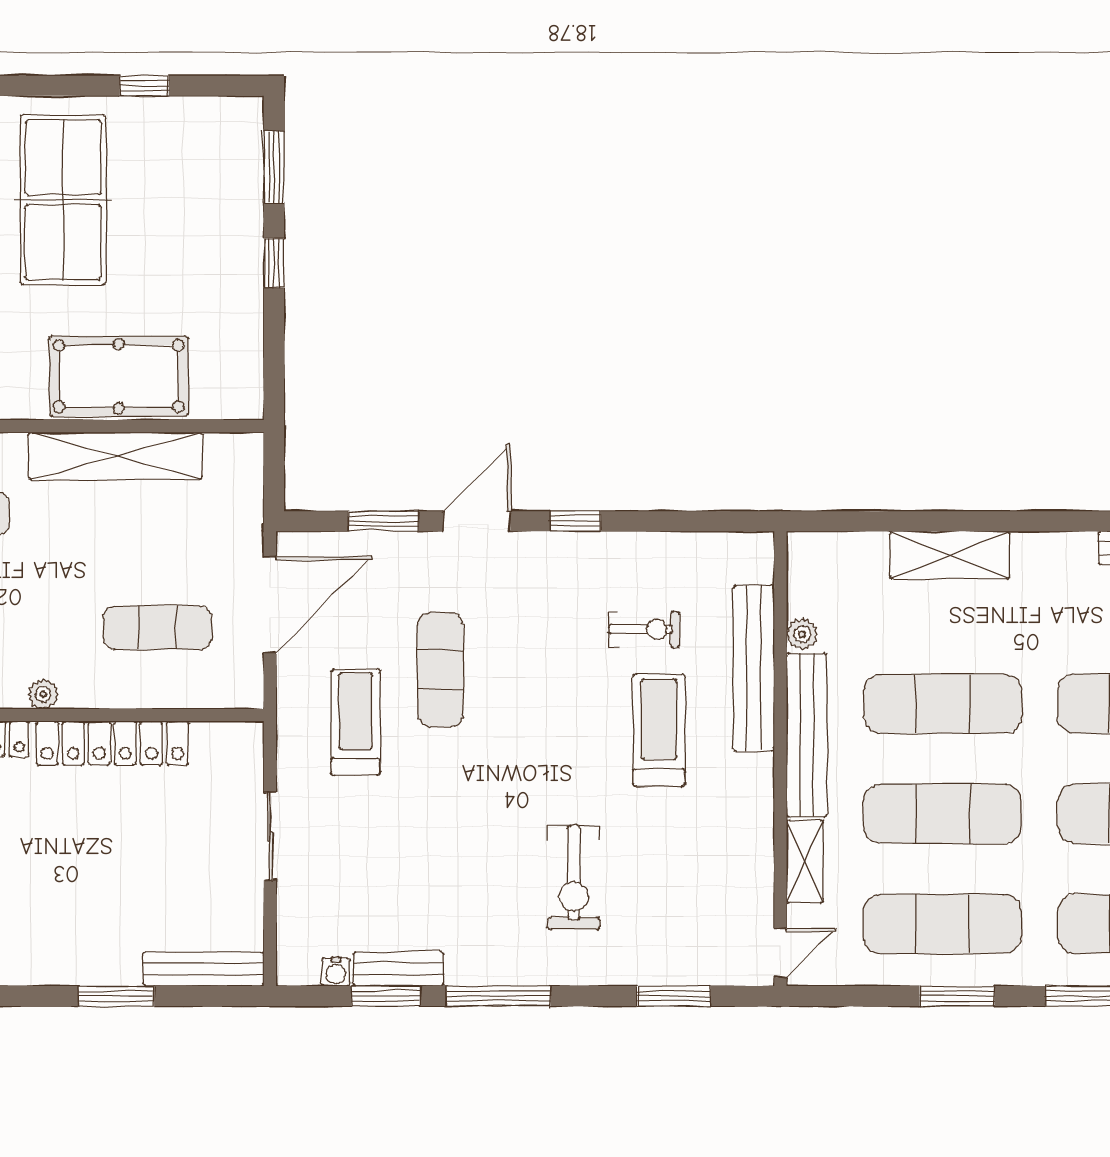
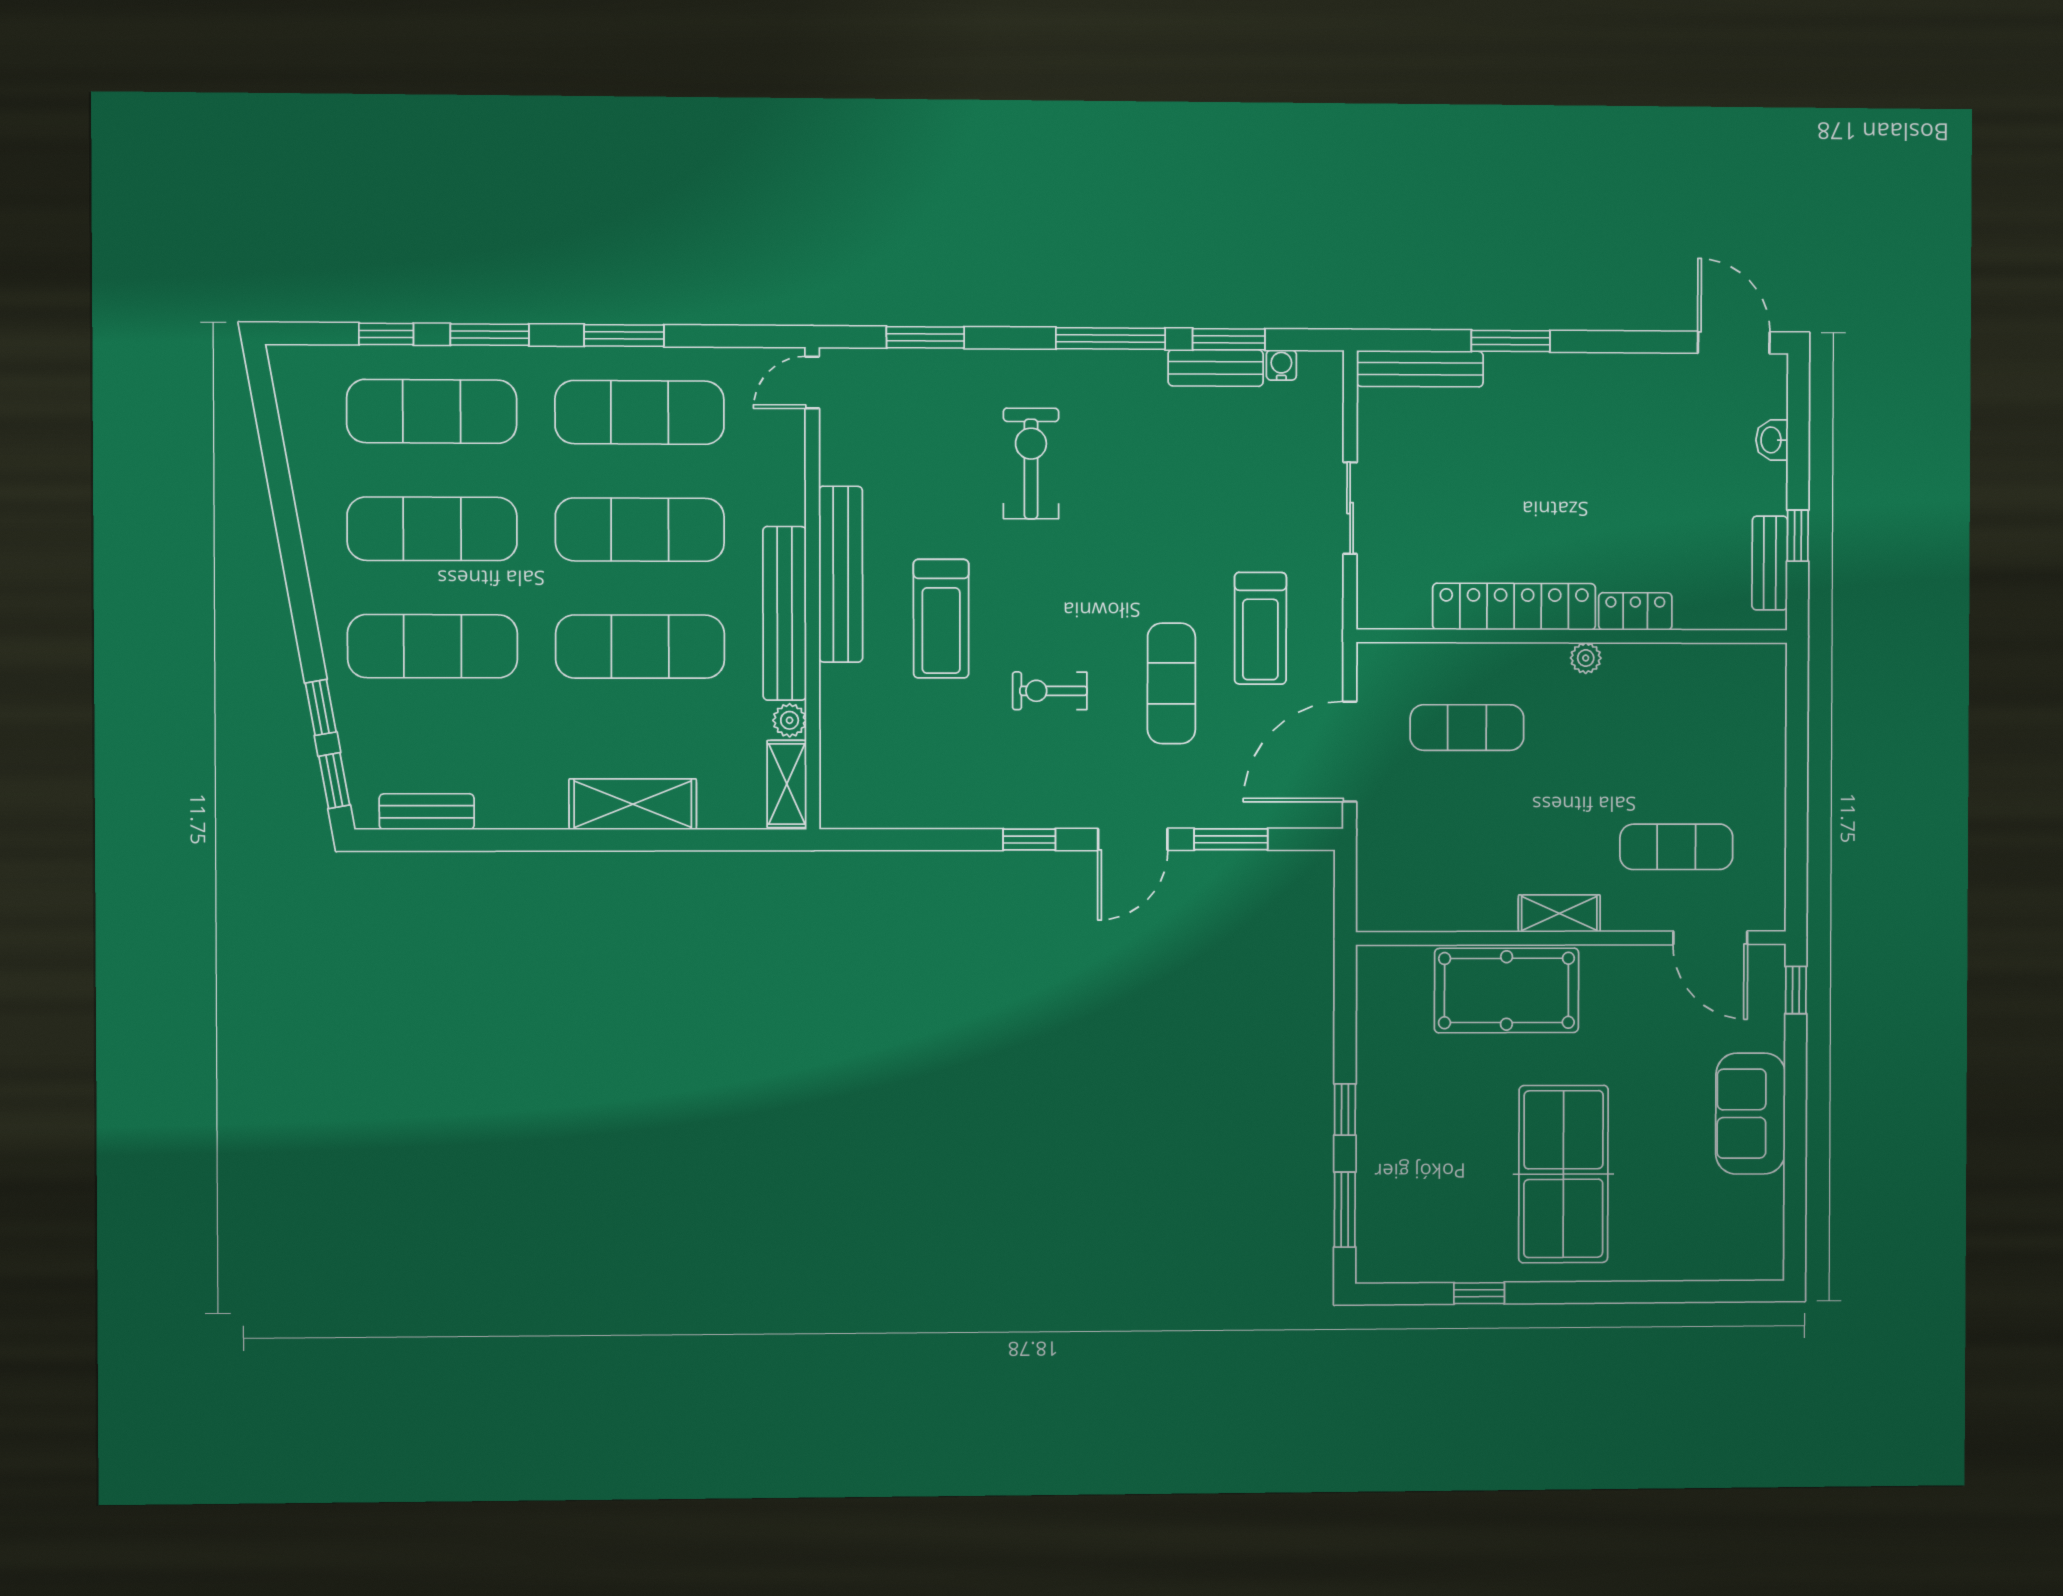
shelving: (115, 456) -> (1559, 913), width x0.45, depth x0.75
exercise bike: (644, 629) -> (1050, 691), moved
bench: (754, 668) -> (841, 574), moved
shelving: (805, 861) -> (787, 784), moved

